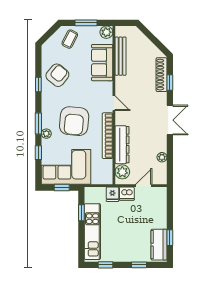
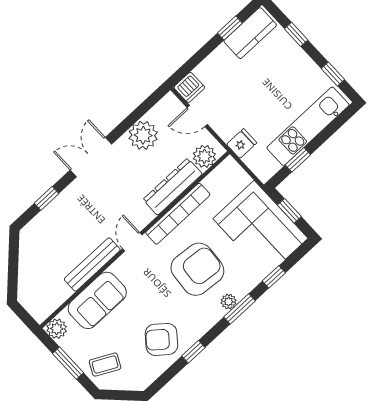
bench: (121, 56) -> (92, 265), moved
shoe rack: (162, 75) -> (46, 217), removed
plant: (46, 134) -> (229, 302), moved
plant: (162, 157) -> (143, 135), width x1.88, depth x1.88
dishwasher: (127, 194) -> (189, 87), moved, turned 90

